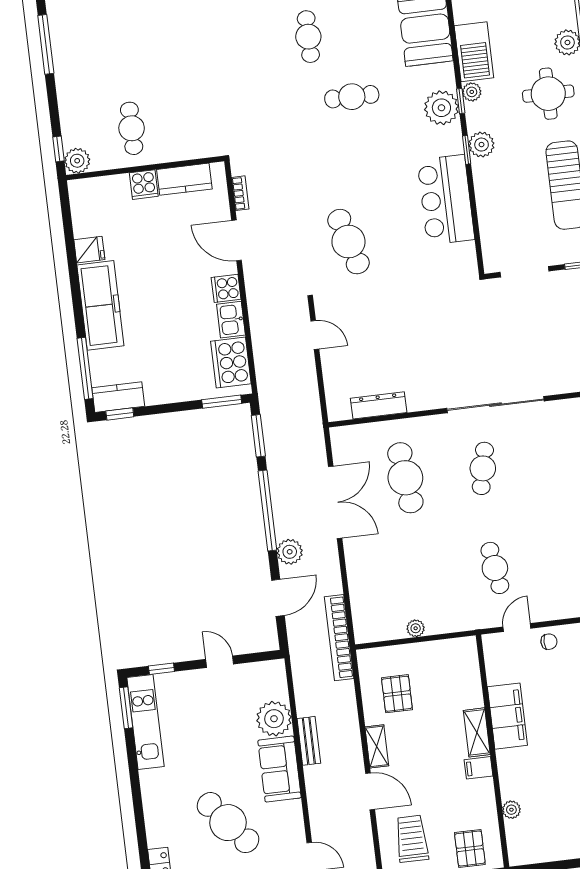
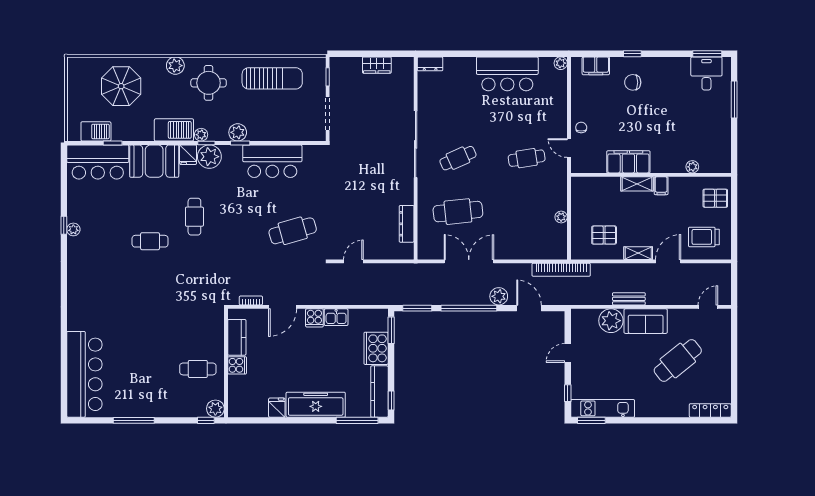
fridge: (440, 77) -> (188, 155), added
cooker: (231, 363) -> (376, 348), moved, turned 90
kitchen counter: (118, 397) -> (379, 392), width x1.50
cafe table: (483, 468) -> (458, 158), turned -36

